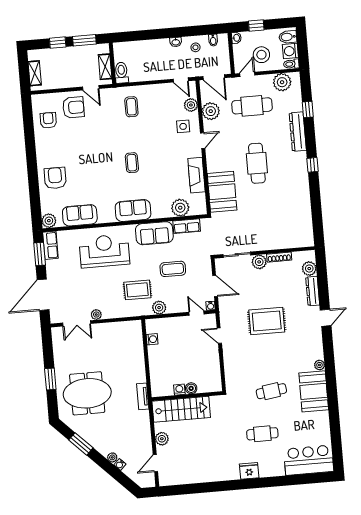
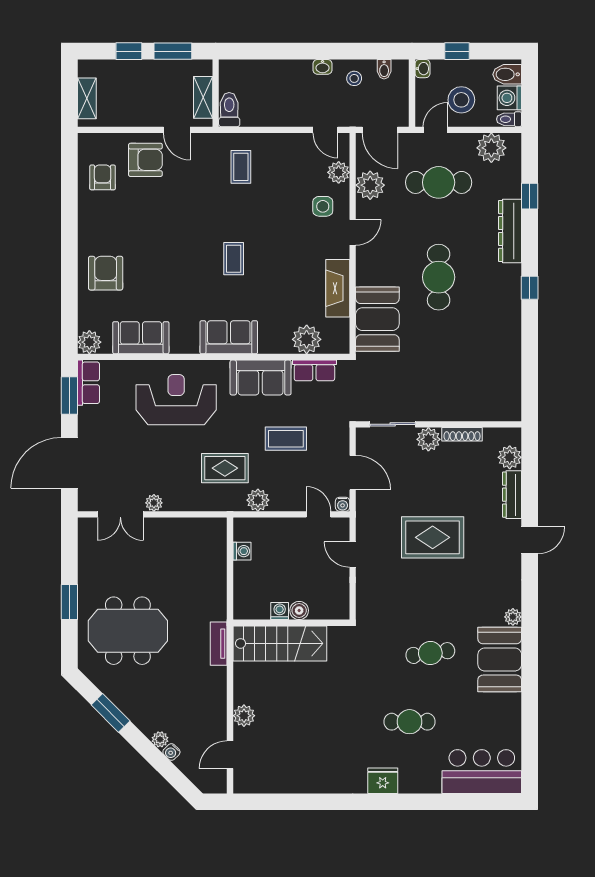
boiler: (191, 388) -> (299, 610), moved
washing machine: (179, 390) -> (280, 611), moved
wall: (187, 396) -> (291, 623), moved
stairs: (181, 409) -> (280, 643), moved

